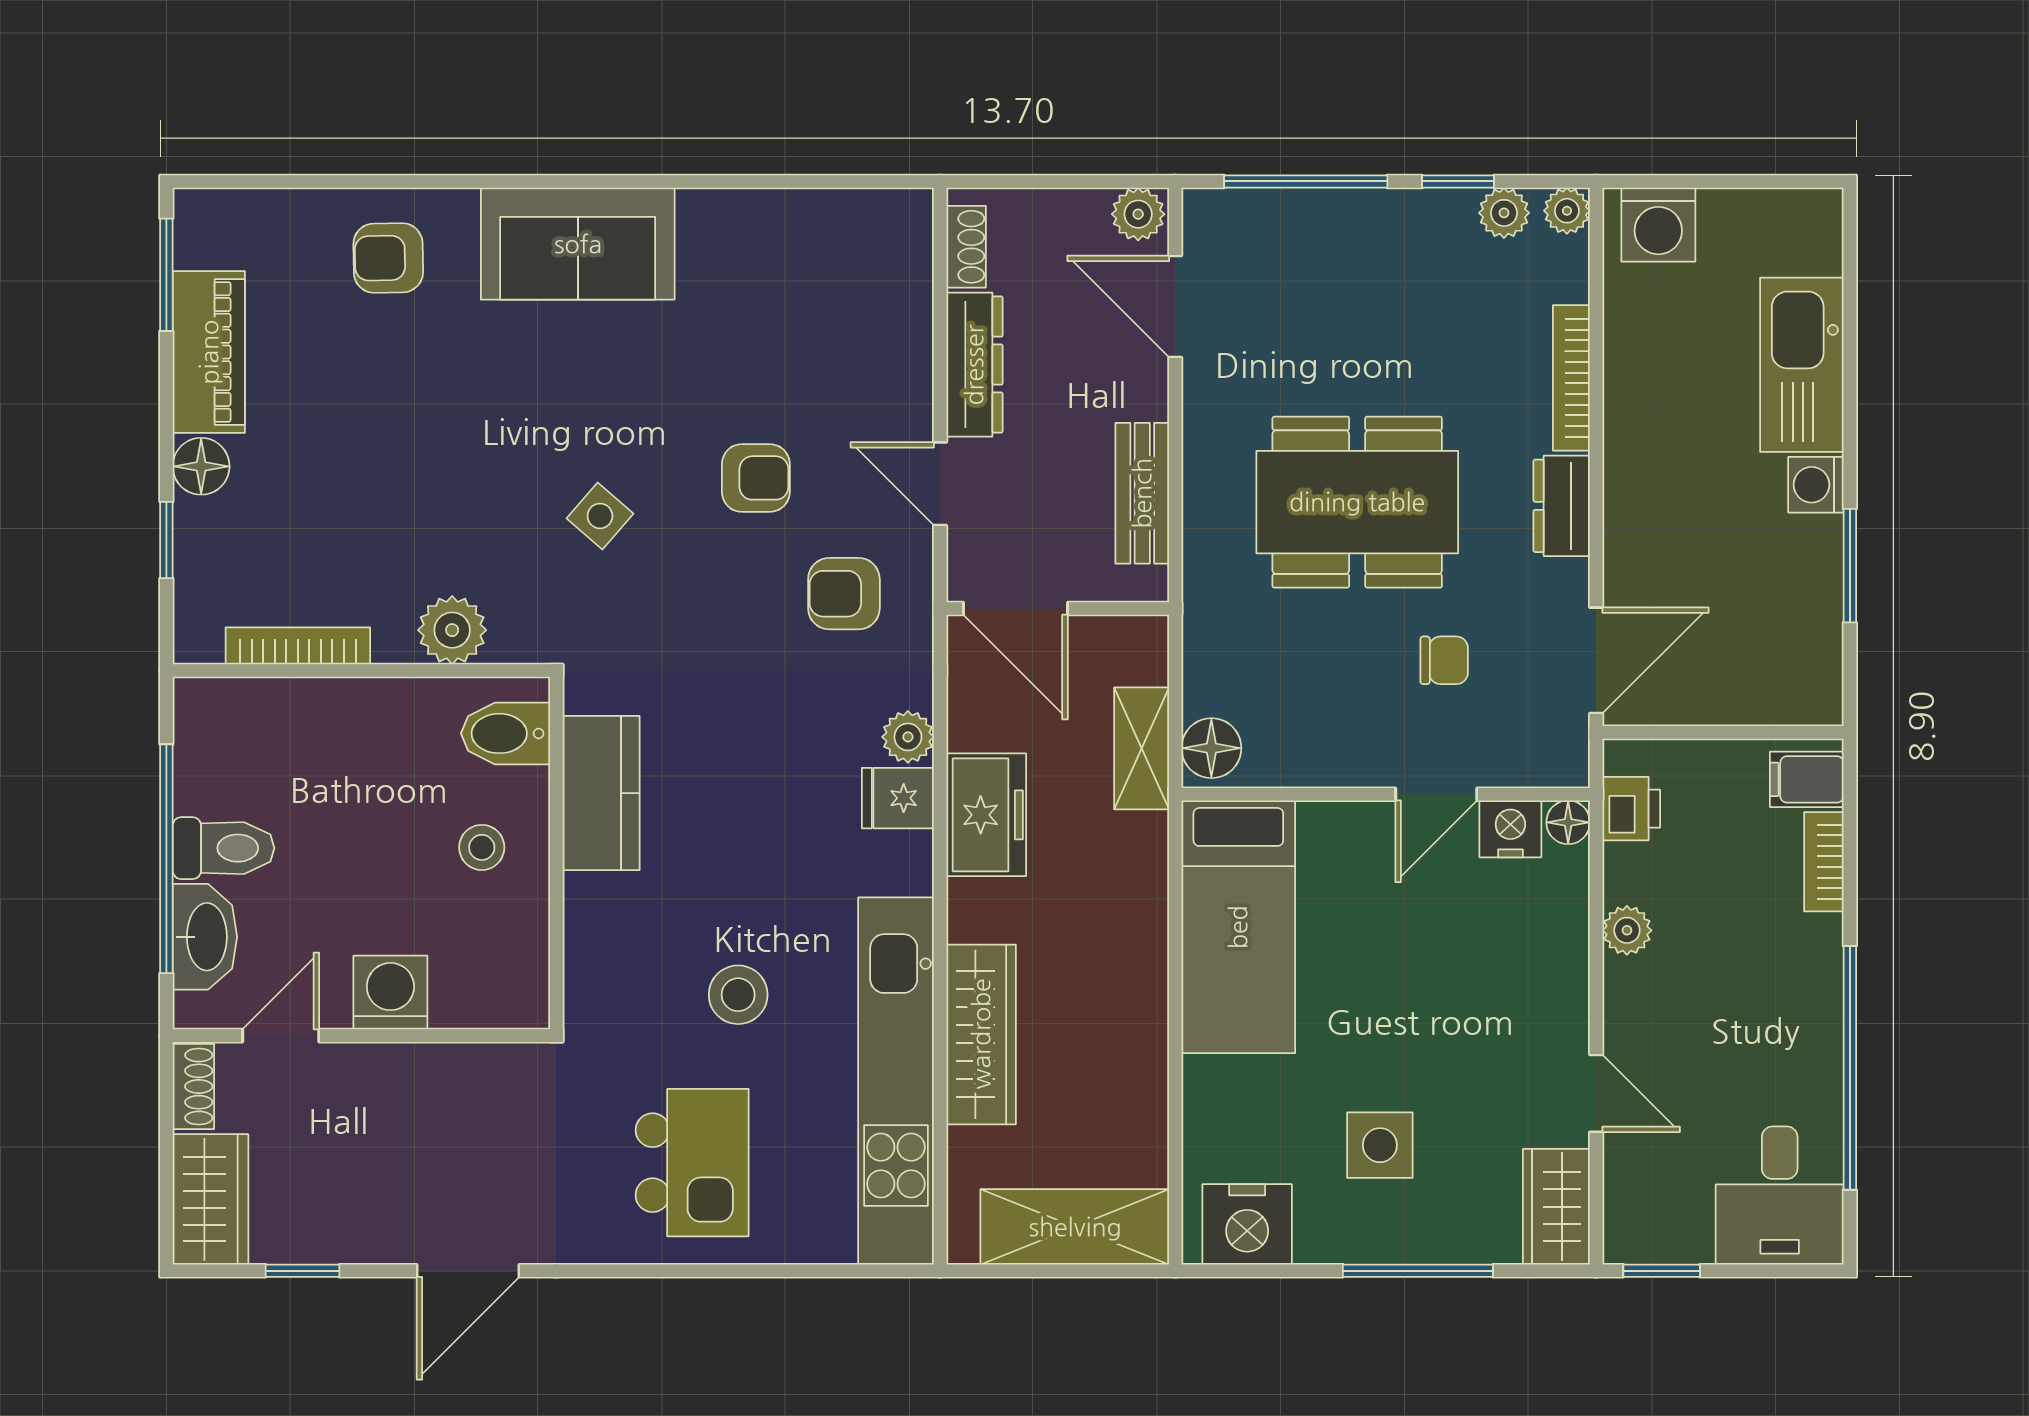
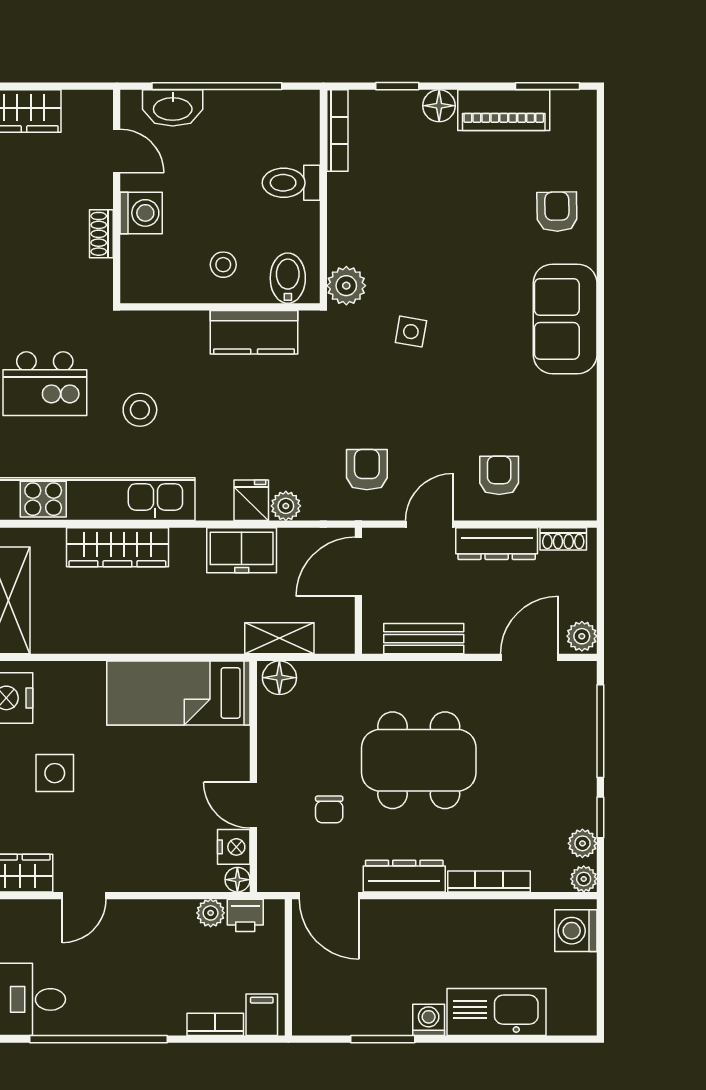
armchair: (756, 478) -> (499, 475), moved, turned 180
dining table: (1357, 502) -> (419, 760), turned 90
dresser: (1562, 506) -> (404, 876), width x1.44
side table: (600, 516) -> (411, 332), turned -31
plant: (452, 630) -> (346, 286), moved
bookcase: (298, 646) -> (337, 131), moved
toilet: (224, 848) -> (291, 183), moved, turned 90
plant: (1627, 930) -> (211, 913), moved
shoe rack: (193, 1086) -> (101, 234), moved, turned 90

